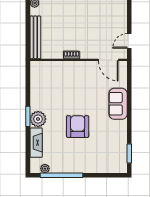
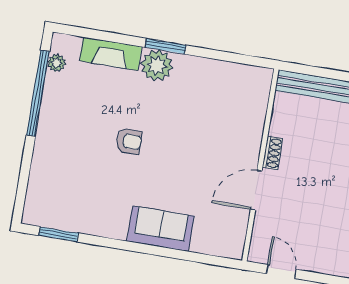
door: (108, 60) -> (256, 190), moved
armchair: (78, 127) -> (129, 141), width x0.53, depth x0.53

